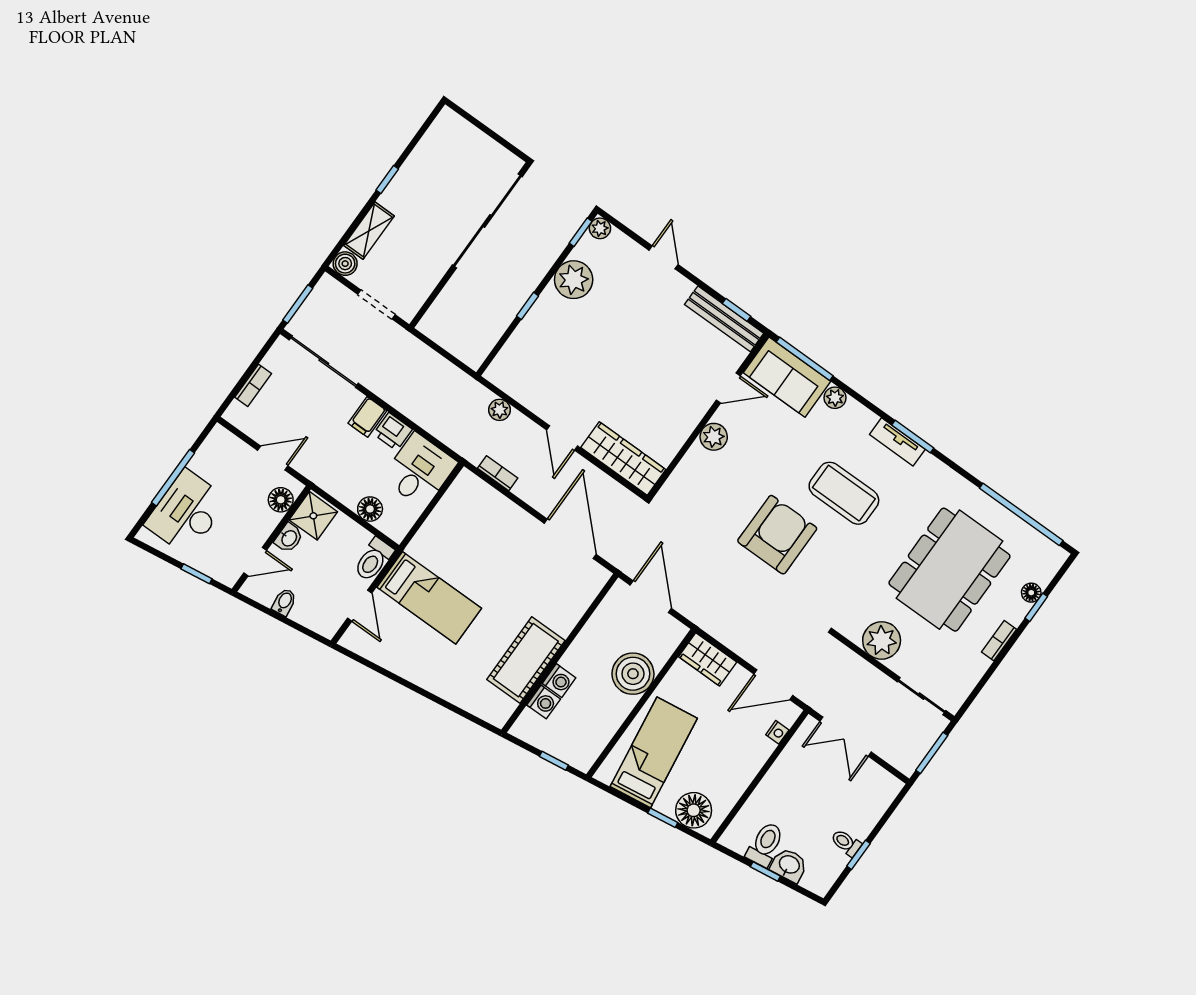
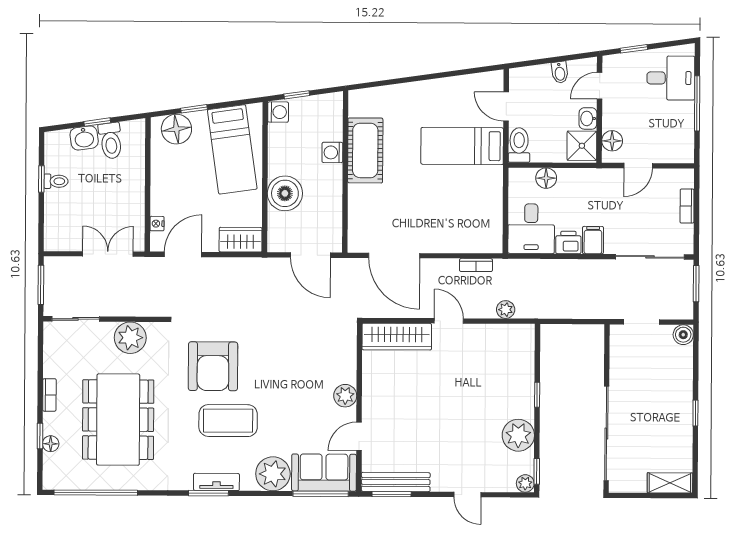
shelving: (369, 231) -> (670, 483), moved, turned 90
window: (737, 310) -> (392, 494), width x1.50
plant: (835, 398) -> (273, 474), width x1.88, depth x1.88
desk: (187, 512) -> (671, 78), width x0.73
armchair: (777, 535) -> (213, 366), moved
washing machine: (544, 702) -> (278, 112), moved, turned 180

